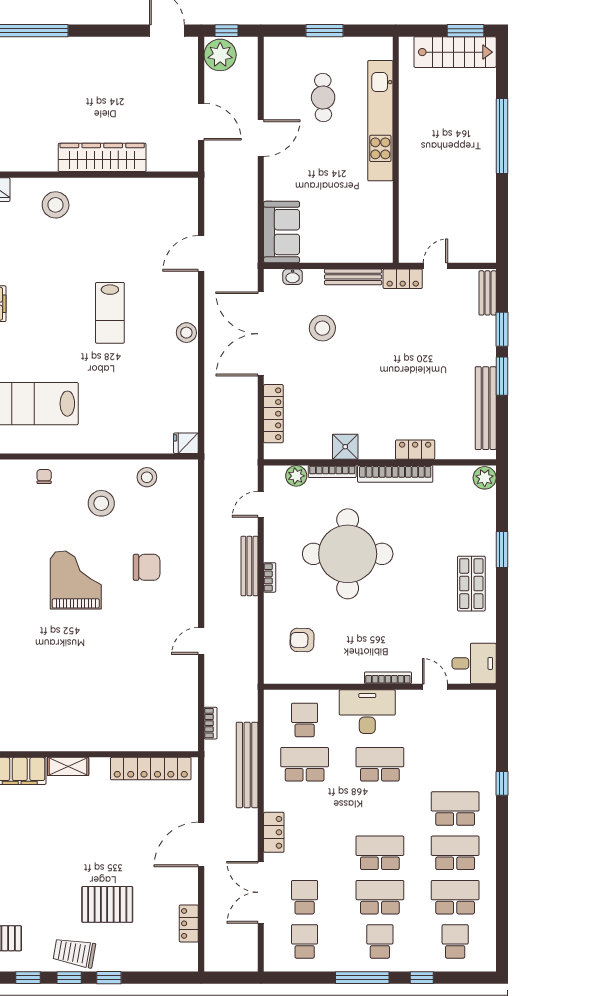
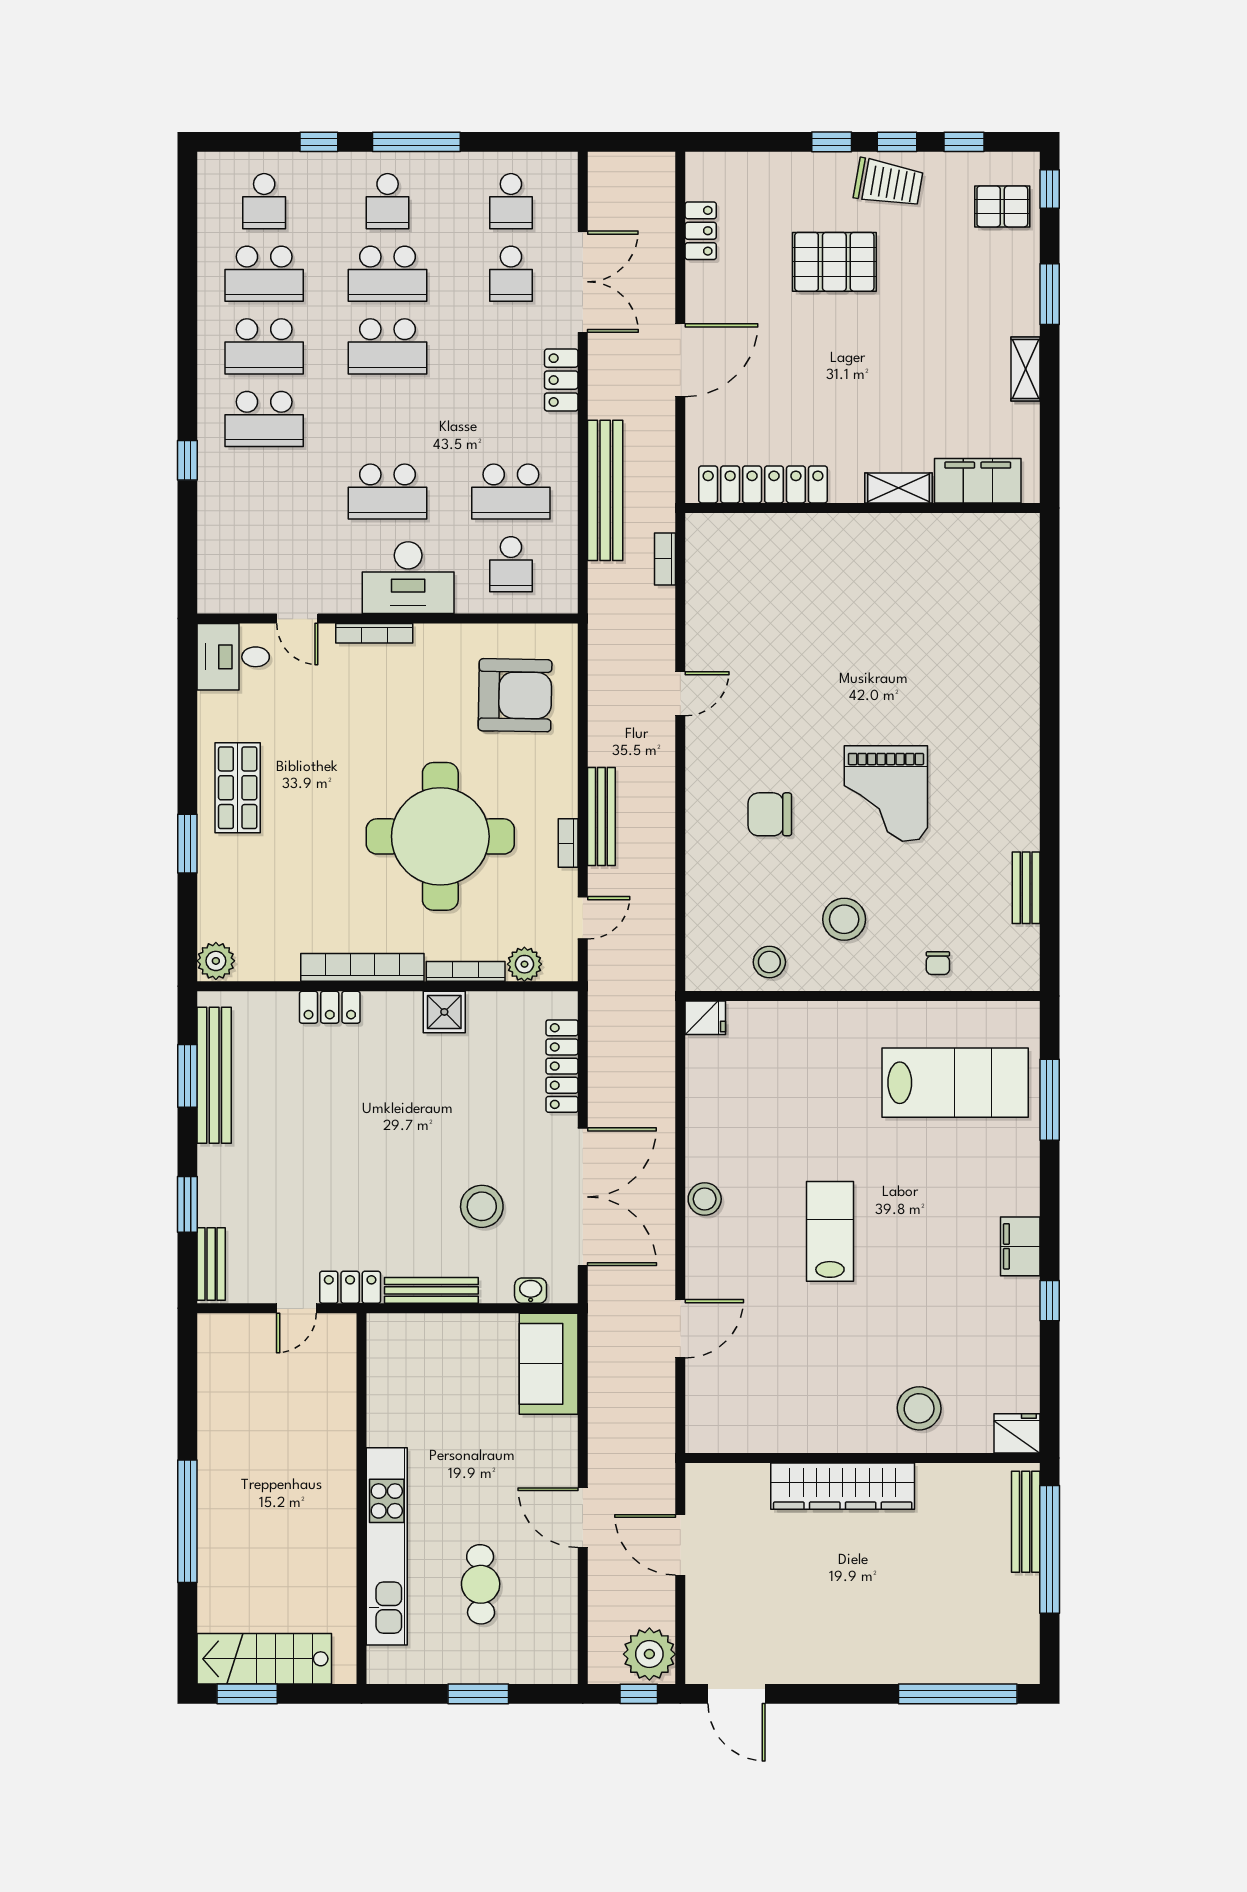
door: (261, 138) -> (583, 1518), hinge flipped
window: (502, 376) -> (187, 1076), moved
bookcase: (270, 577) -> (568, 843), moved
armchair: (302, 640) -> (515, 695), width x1.88, depth x1.88

